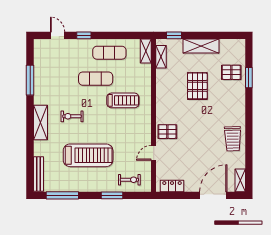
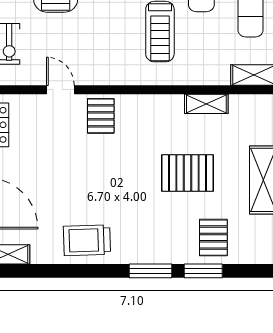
shelving: (161, 57) -> (206, 104), moved
window: (249, 105) -> (151, 271), added

